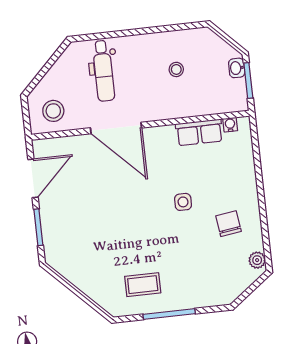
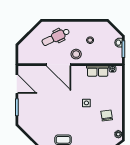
dental chair: (103, 71) -> (56, 37), turned 64
stool: (53, 111) -> (76, 54), moved
door: (33, 178) -> (17, 84), hinge flipped

